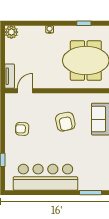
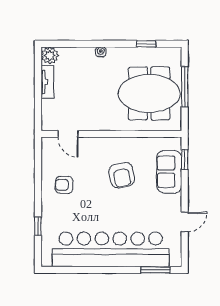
tv unit: (10, 76) -> (47, 82), moved
door: (25, 91) -> (68, 134), swing flipped
bar counter: (45, 177) -> (111, 249), width x1.36

